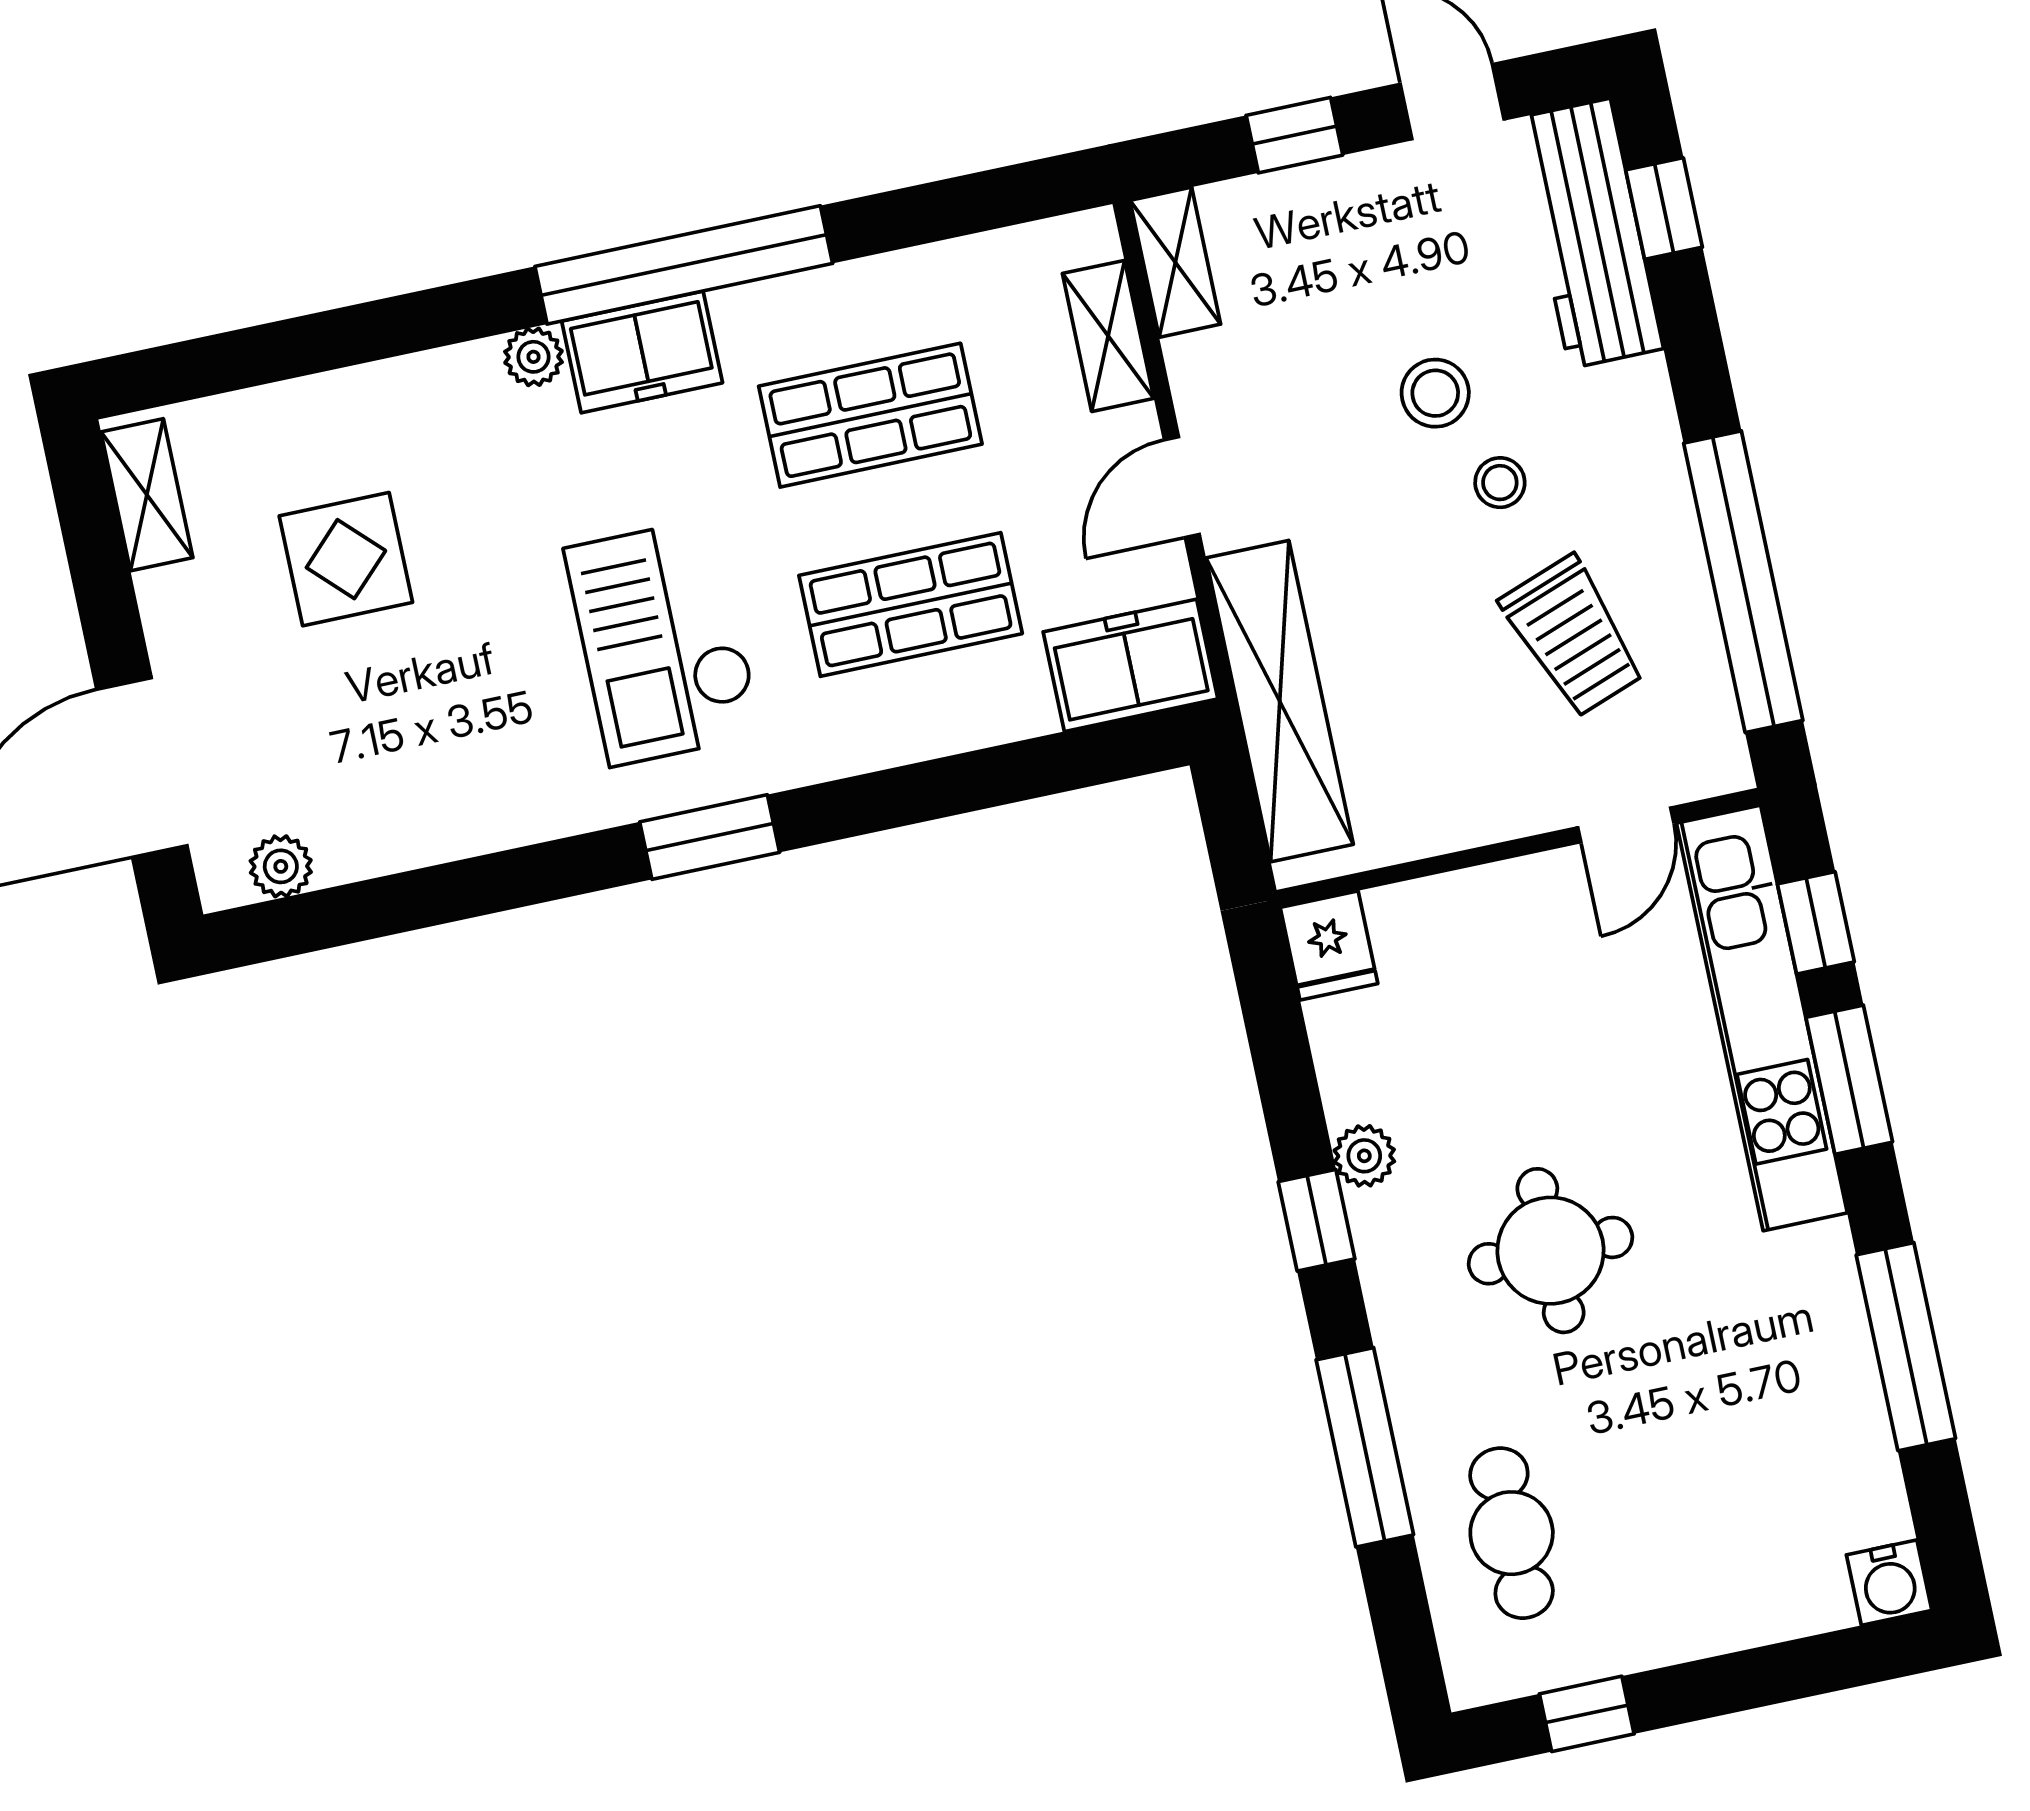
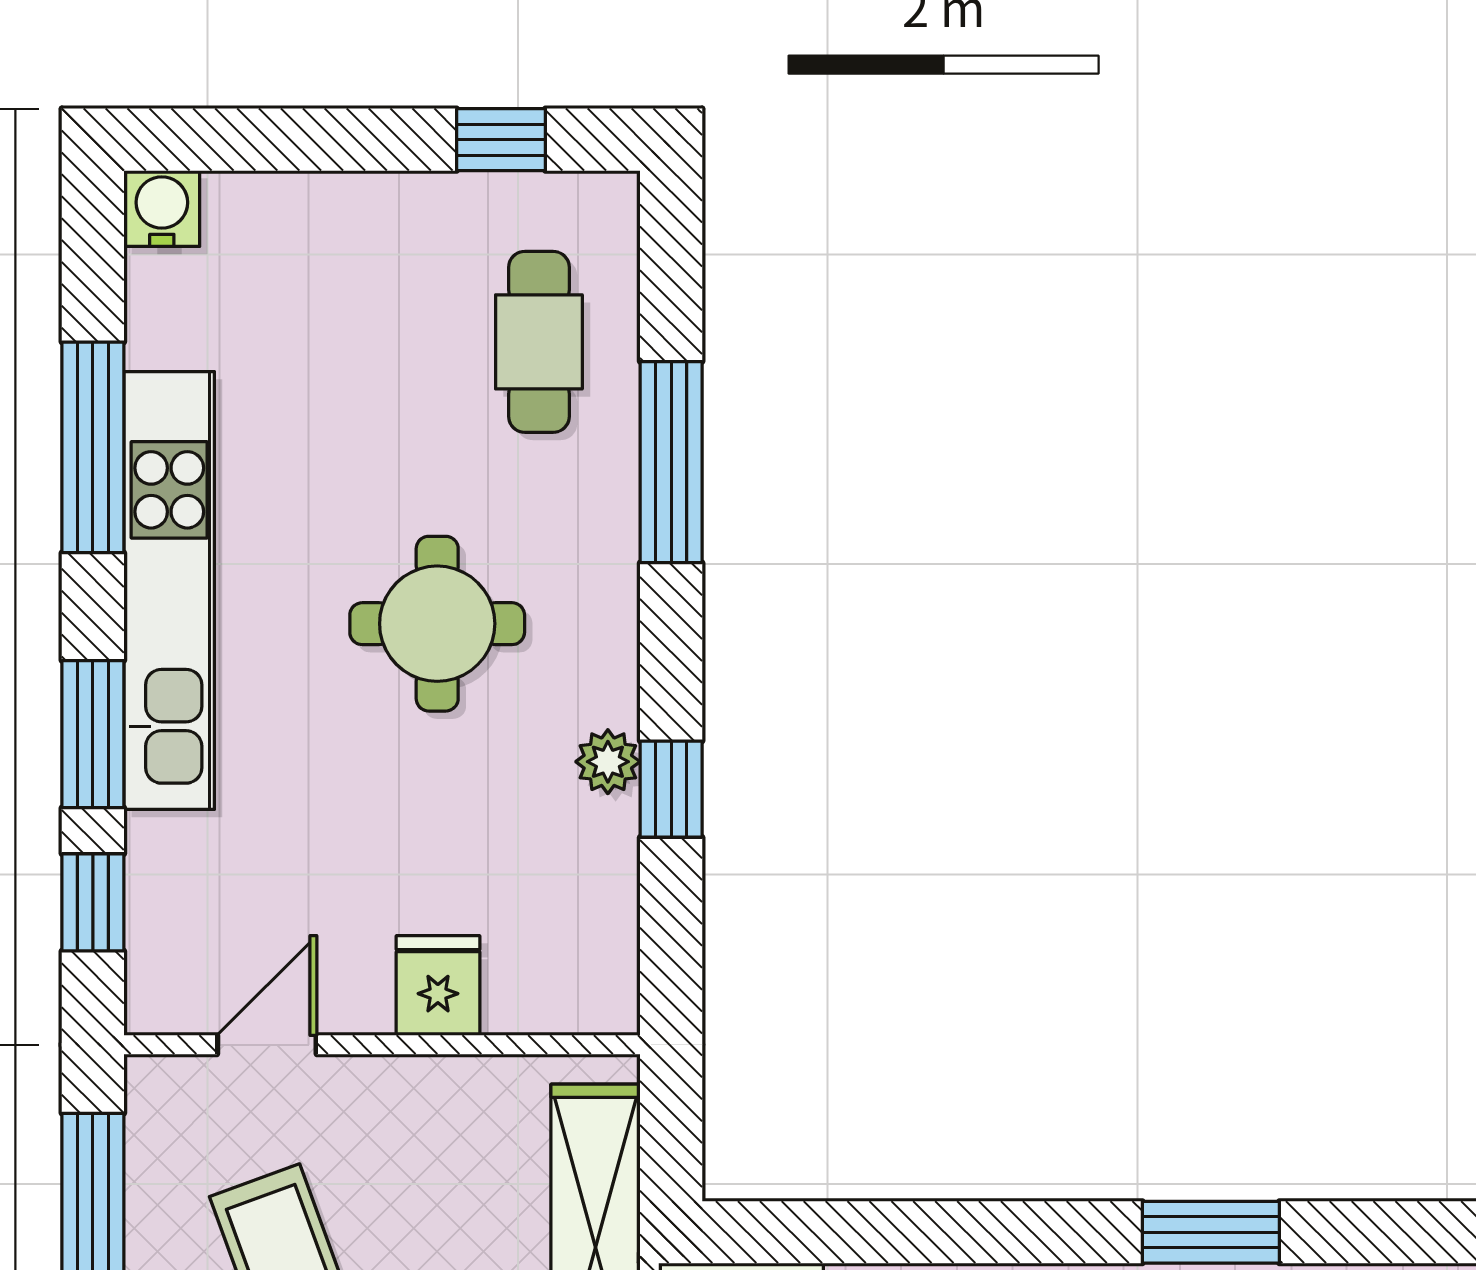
fridge: (1329, 946) -> (438, 986), moved
kitchen unit: (1762, 1018) -> (169, 591), moved
window: (1317, 1220) -> (671, 789), moved

